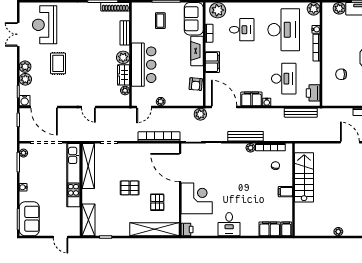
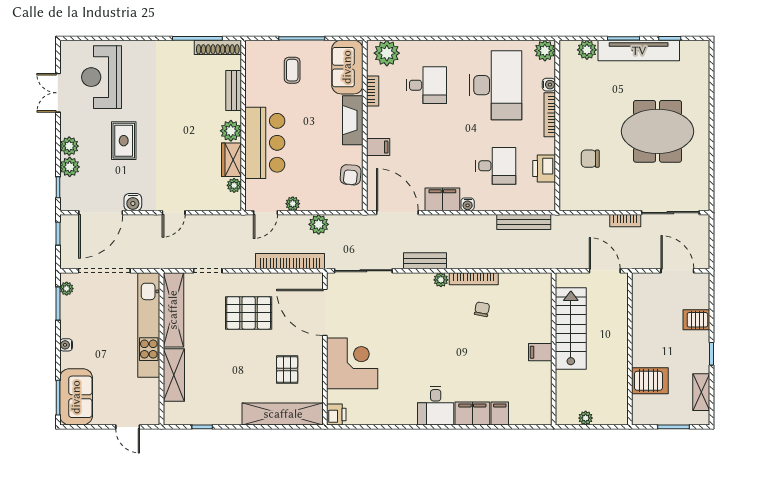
filing cabinet: (212, 62) -> (378, 147), width x0.50
desk: (284, 79) -> (496, 166), width x0.73
printer: (313, 93) -> (544, 169), moved
water cooler: (25, 101) -> (133, 202), moved
door: (44, 107) -> (101, 213), hinge flipped
door: (88, 107) -> (174, 213), hinge flipped
plant: (200, 114) -> (319, 224), moved
bench: (246, 136) -> (425, 261), width x0.73
stairs: (304, 177) -> (571, 329), moved
pallet: (130, 188) -> (249, 313), moved, width x1.50, depth x1.42
wall: (294, 190) -> (554, 349), moved
filing cabinet: (285, 192) -> (540, 352), moved
shelving: (89, 220) -> (174, 375), moved
desk: (229, 224) -> (436, 406), moved

